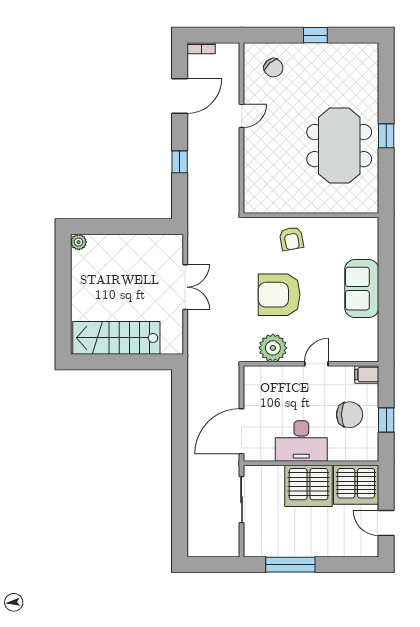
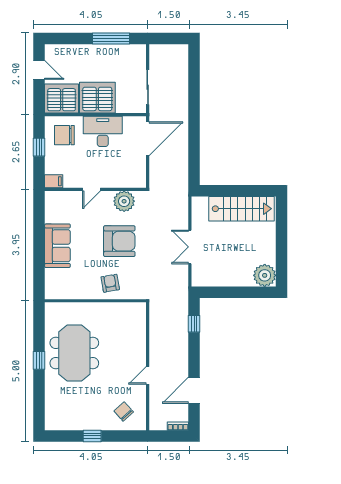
window: (180, 162) -> (194, 324), moved
plant: (79, 242) -> (265, 275), width x1.88, depth x1.88
chair: (350, 415) -> (64, 135), moved

